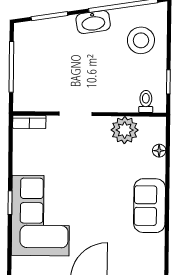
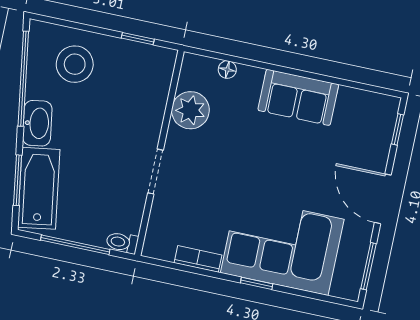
bathtub: (47, 32) -> (39, 188), added
toilet: (146, 101) -> (122, 242), moved
bookcase: (29, 122) -> (198, 259), moved, turned -90

